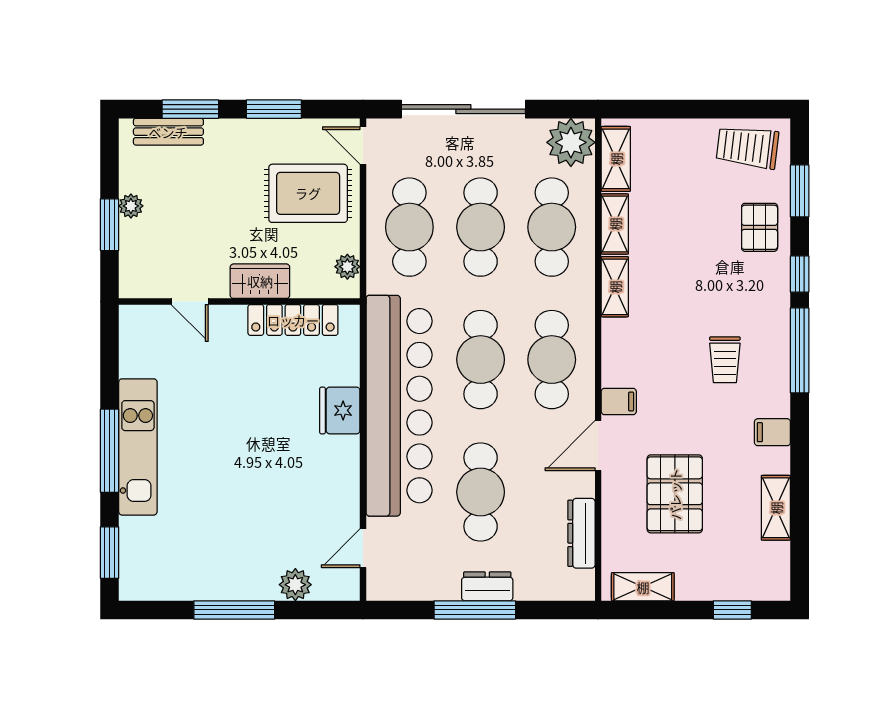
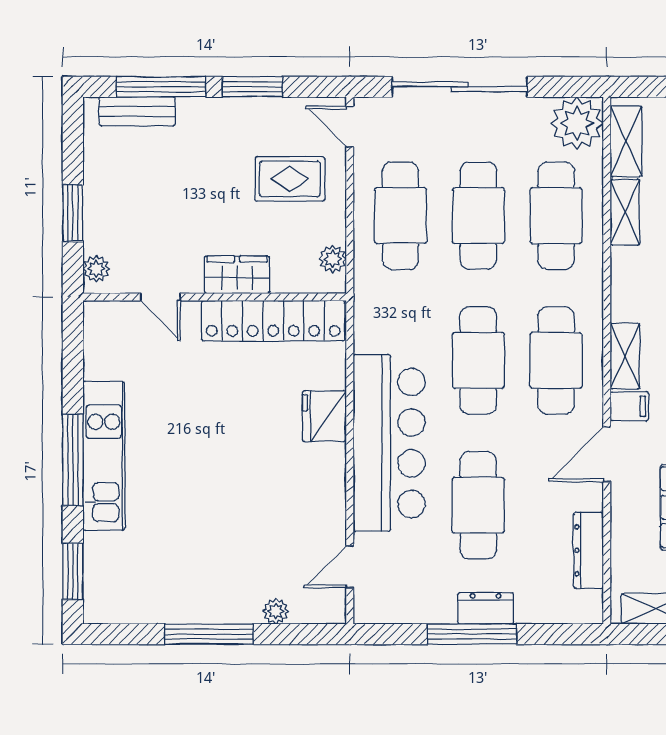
window: (190, 109) -> (161, 87), width x1.44
rug: (308, 193) -> (290, 179), width x0.73, depth x0.70
plant: (131, 206) -> (96, 269), moved
shelving: (615, 287) -> (625, 356), moved
locker: (293, 320) -> (273, 321), width x1.41, depth x1.21
bar counter: (399, 406) -> (389, 443), width x0.73
plant: (295, 585) -> (276, 611), width x0.73, depth x0.73

